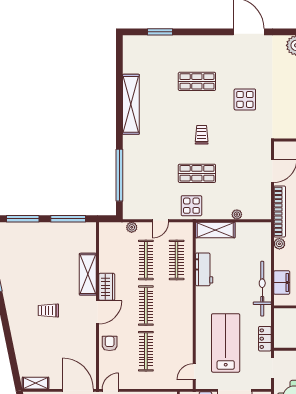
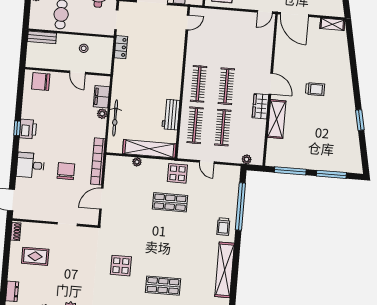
trolley: (202, 135) -> (223, 227), moved
door: (160, 221) -> (207, 162), swing flipped
plant: (132, 227) -> (247, 159), moved
shelving: (215, 230) -> (149, 149), width x1.47
plant: (279, 244) -> (102, 114), moved
bicycle: (262, 289) -> (115, 118), moved, width x0.73, depth x0.71
door: (98, 312) -> (271, 84), swing flipped
armchair: (110, 343) -> (262, 55), removed
lab bench: (226, 343) -> (157, 46), removed
clothes rail: (146, 351) -> (199, 84), moved

